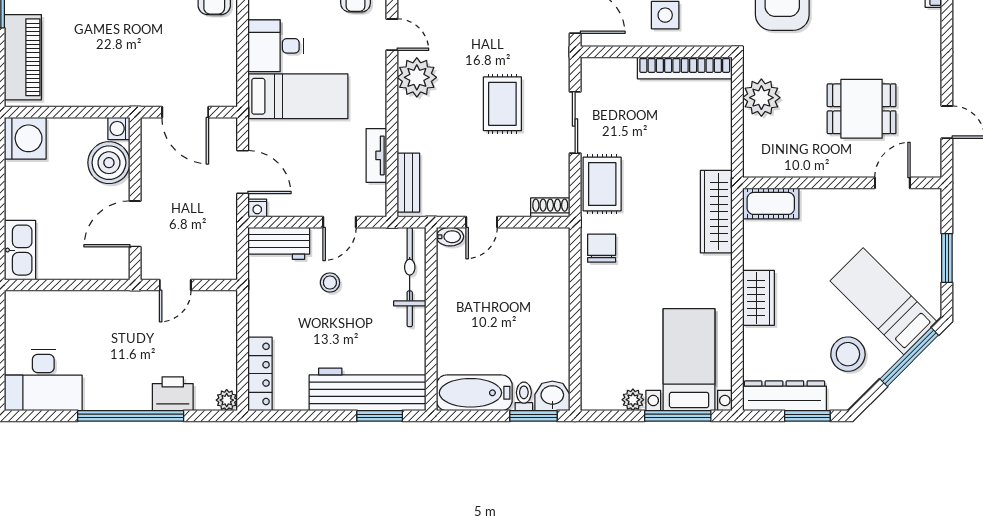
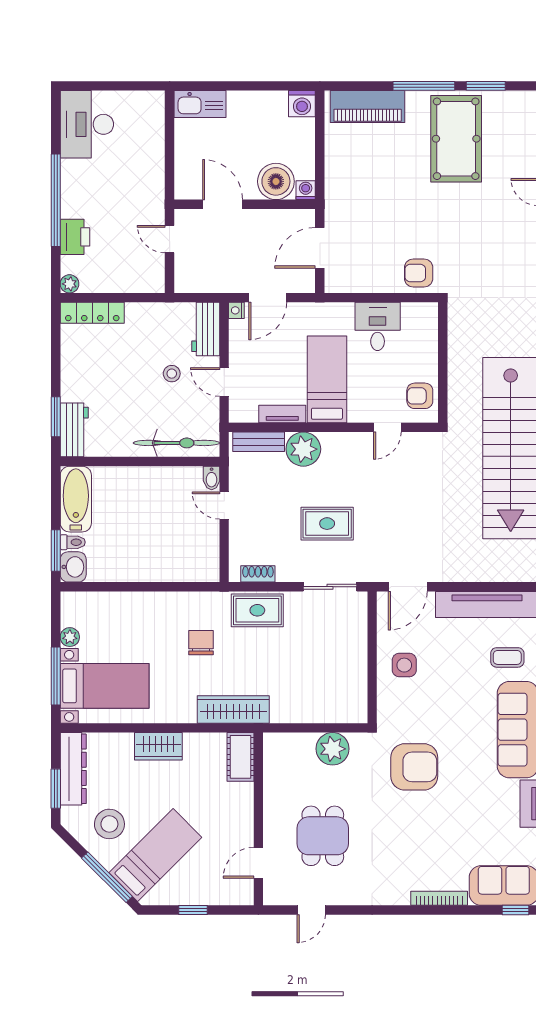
bookcase: (685, 68) -> (358, 682), removed
plant: (417, 77) -> (303, 449), moved
bed: (298, 96) -> (327, 379), moved, turned 180
sliding door: (575, 123) -> (330, 587), moved
washing machine: (25, 138) -> (302, 104), width x0.73, depth x0.73
door: (892, 183) -> (258, 863), swing flipped
shoe rack: (550, 207) -> (258, 574), moved, turned -90
chair: (602, 248) -> (201, 643), moved, turned -90
window: (947, 258) -> (193, 910), width x0.67
workbench: (368, 389) -> (74, 430), width x0.53, depth x0.76

